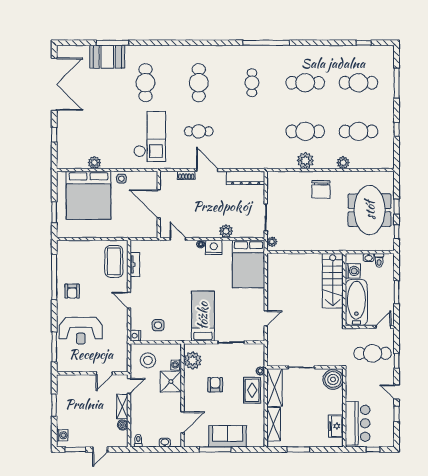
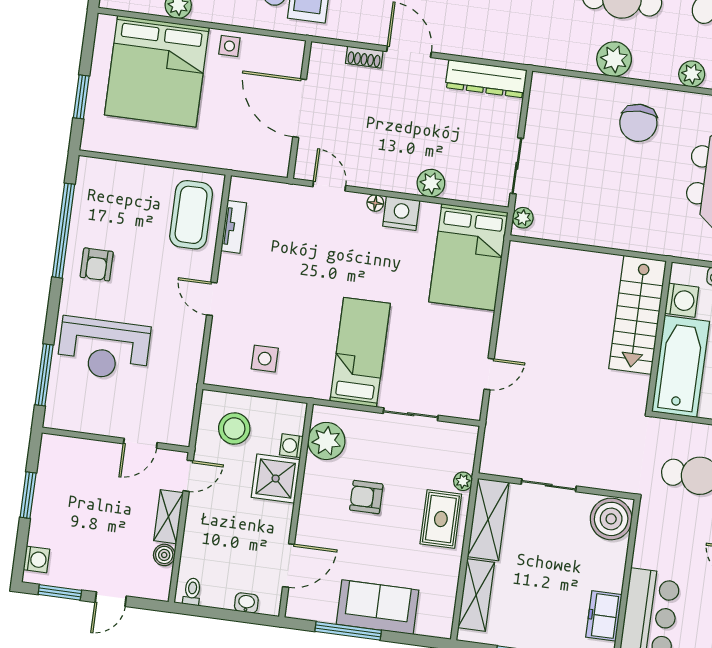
nightstand: (135, 336) -> (215, 374), removed
armchair: (215, 385) -> (366, 497), turned -90

